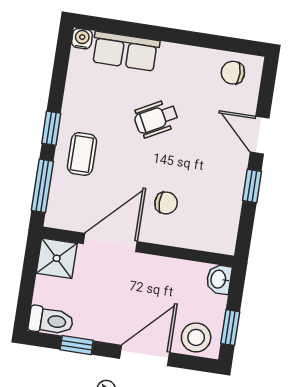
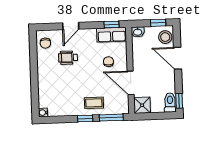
row of seats: (125, 51) -> (112, 35), moved, turned 90
wheelchair: (156, 119) -> (68, 58), moved, turned 118
window: (252, 186) -> (111, 25), moved
window: (77, 345) -> (179, 101), moved

